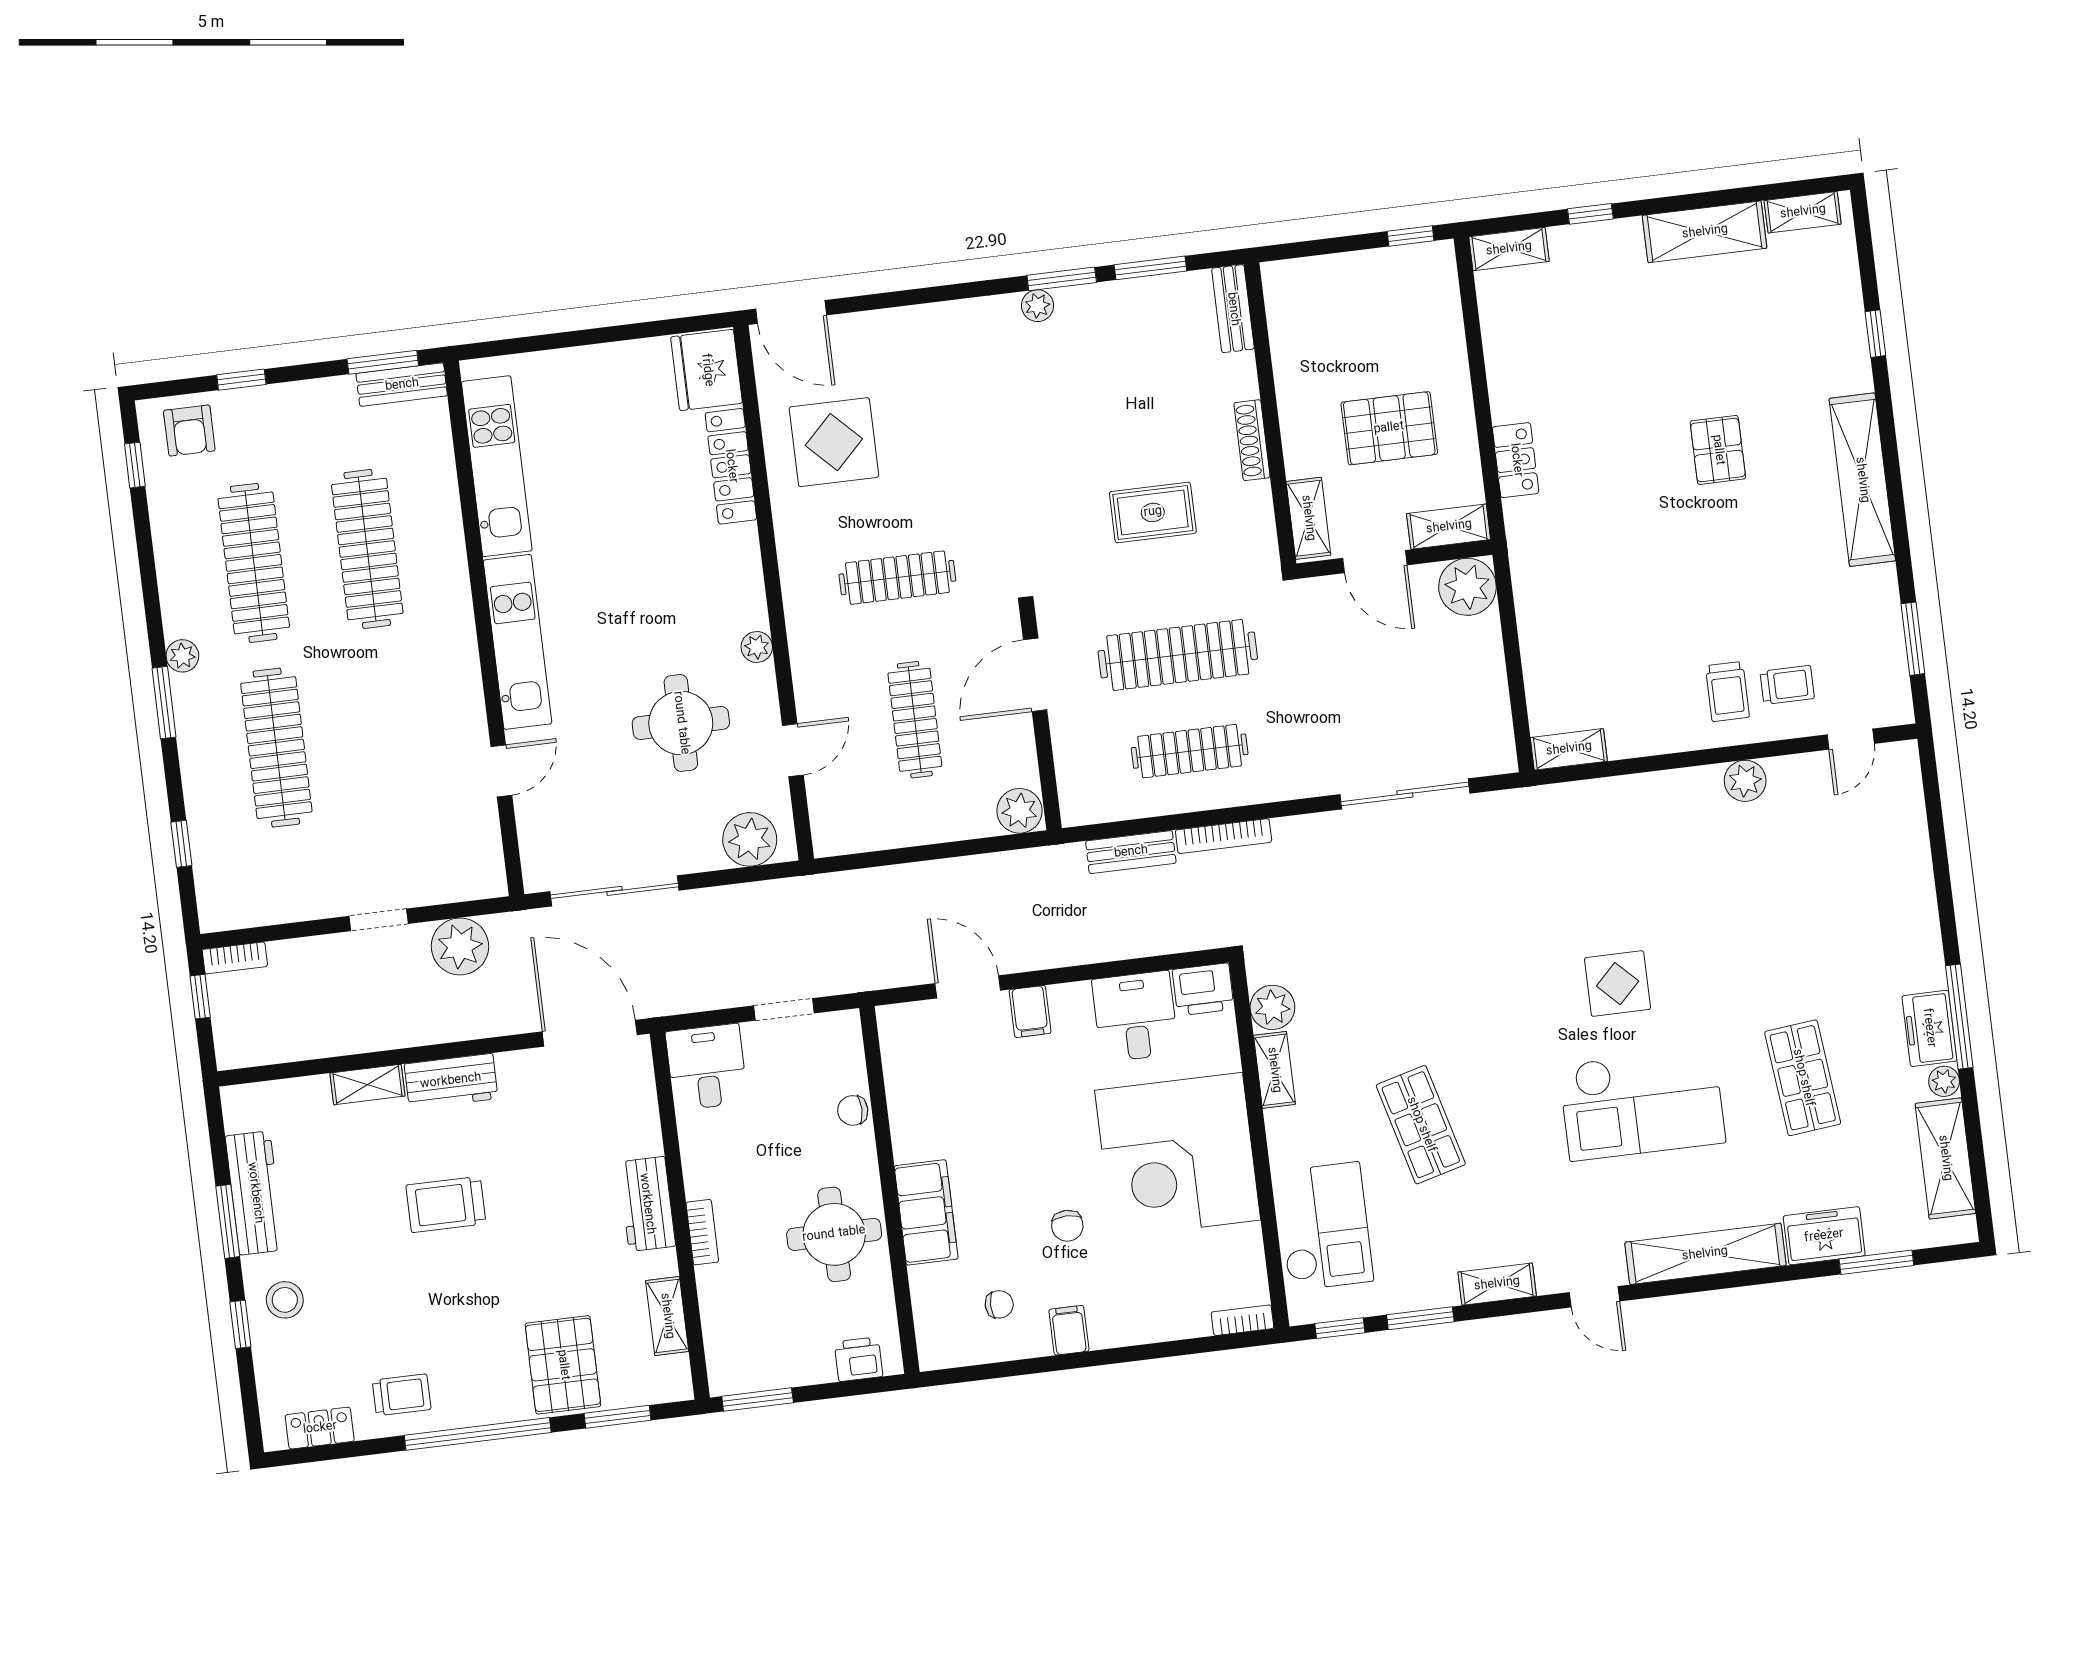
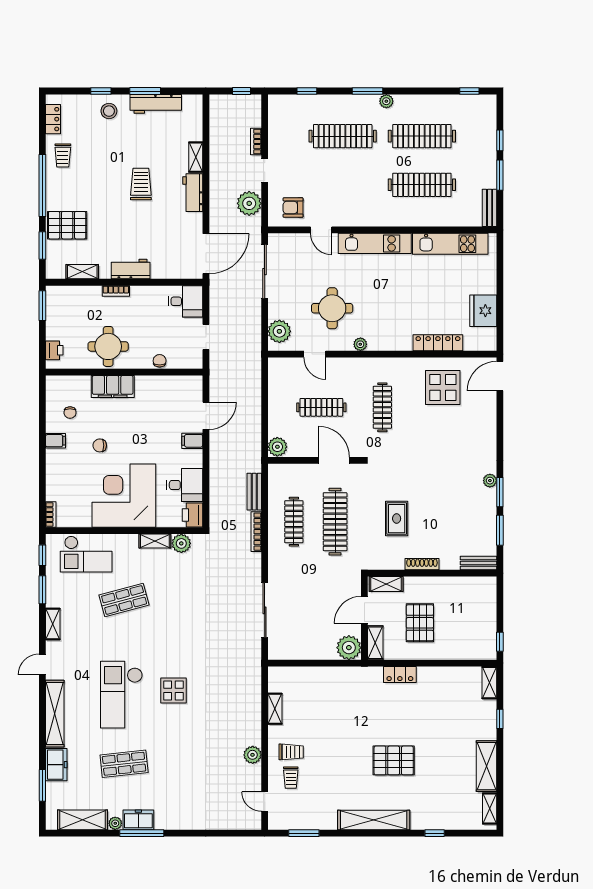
window: (383, 362) -> (500, 175), moved
fridge: (707, 370) -> (483, 311), moved, turned -90
armchair: (189, 431) -> (293, 208), moved
pallet: (1718, 450) -> (394, 760), width x1.50, depth x1.42
trolley: (1727, 691) -> (291, 752), turned 180
shelving: (1569, 749) -> (275, 709), moved
bookcase: (235, 958) -> (256, 142), moved

